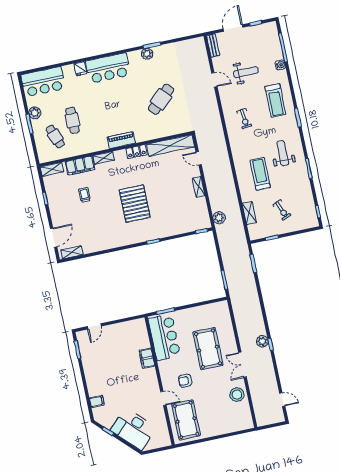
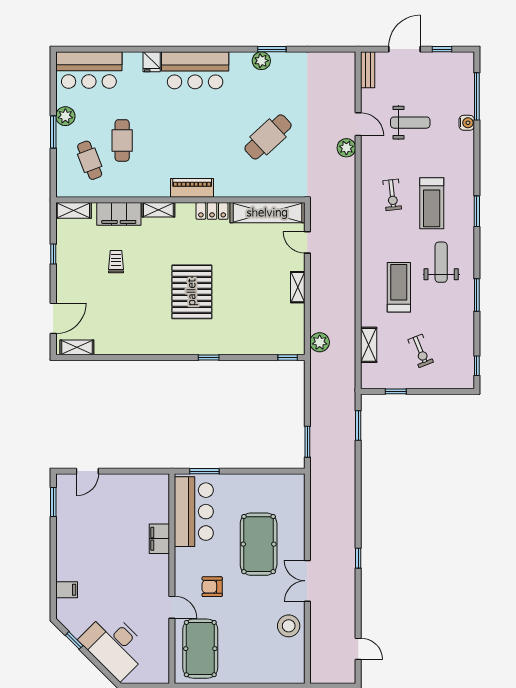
treadmill: (275, 100) -> (432, 203), moved
plant: (262, 341) -> (346, 148), moved

